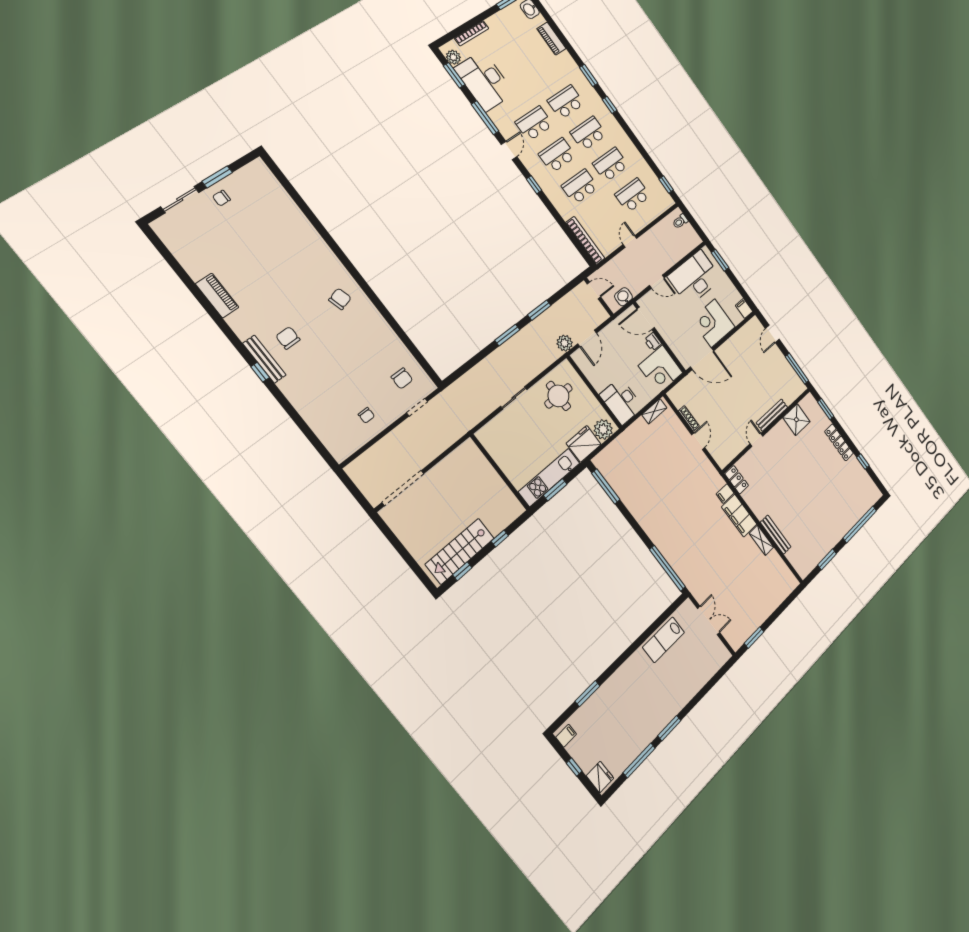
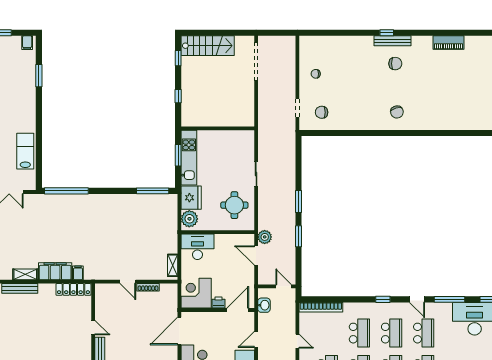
door: (594, 290) -> (284, 286), swing flipped
locker: (737, 480) -> (73, 289), width x1.53
stairs: (460, 551) -> (208, 46), moved, turned 90

